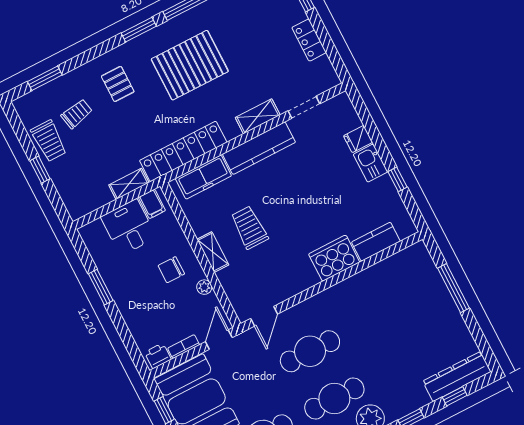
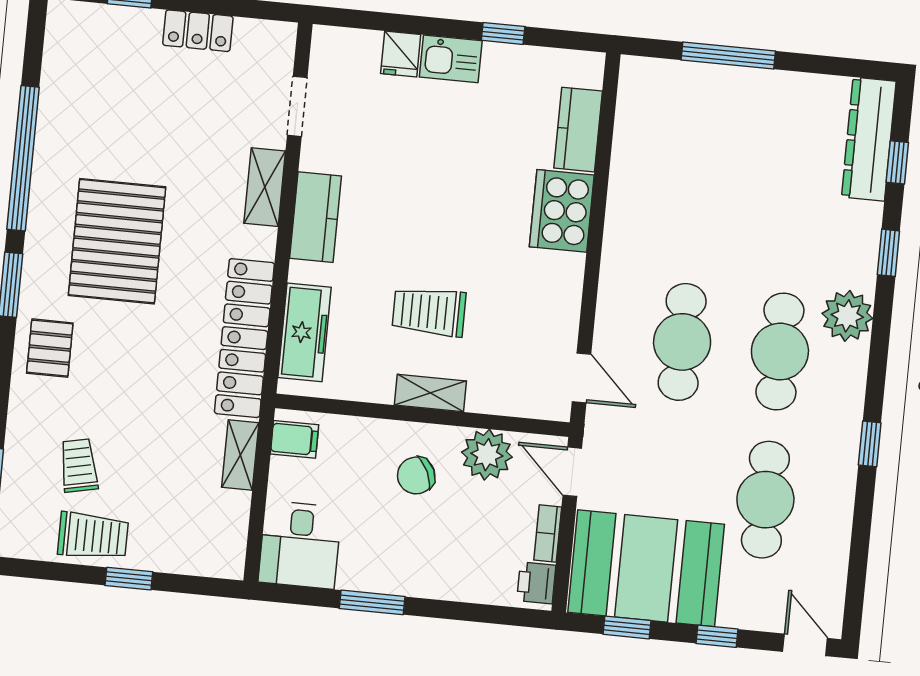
pallet: (118, 84) -> (50, 348), moved, turned 90
kitchen counter: (259, 148) -> (315, 217), width x0.67
desk: (129, 227) -> (300, 545), moved, turned -90
chair: (171, 270) -> (416, 475), turned 65
plant: (204, 287) -> (487, 455), width x1.88, depth x1.88

